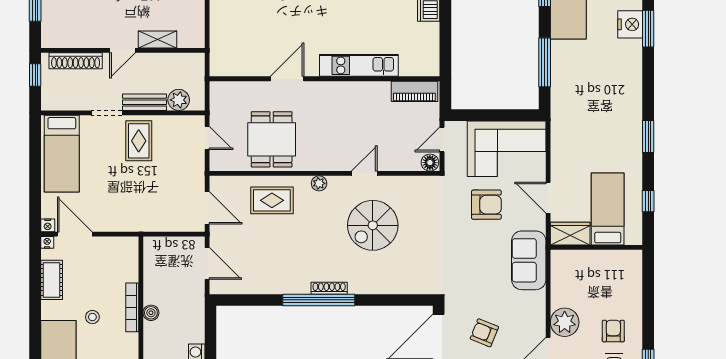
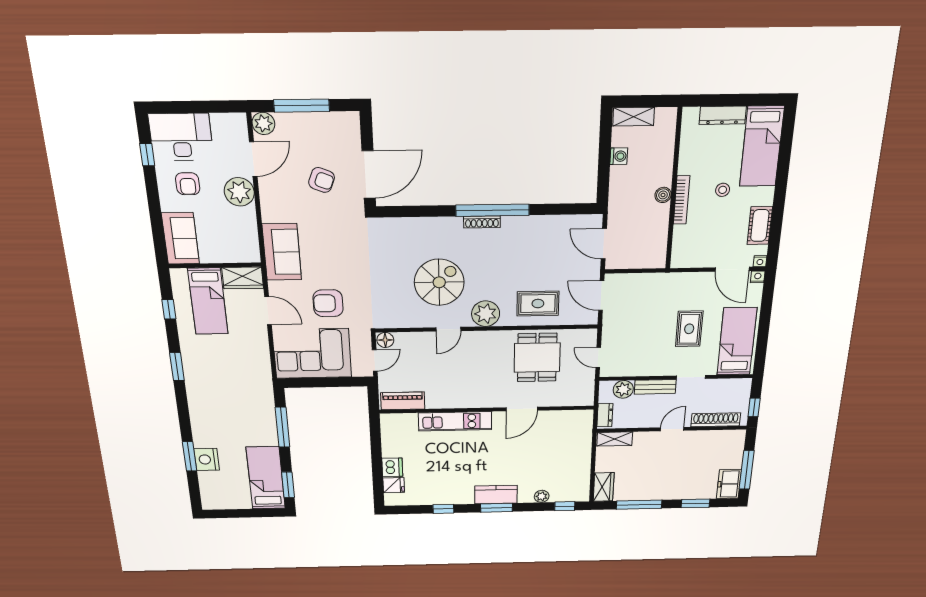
shelving: (157, 39) -> (615, 439), moved
dresser: (197, 69) -> (605, 415), added
rug: (139, 141) -> (689, 329), moved
plant: (319, 183) -> (486, 314), width x1.88, depth x1.88
sofa: (627, 276) -> (180, 238), added

